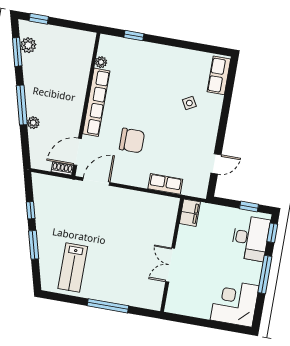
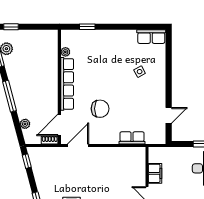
row of seats: (219, 75) -> (151, 37), moved, turned -90
plant: (33, 123) -> (25, 124), moved
window: (31, 210) -> (27, 161), moved
filing cabinet: (190, 213) -> (155, 173), moved

